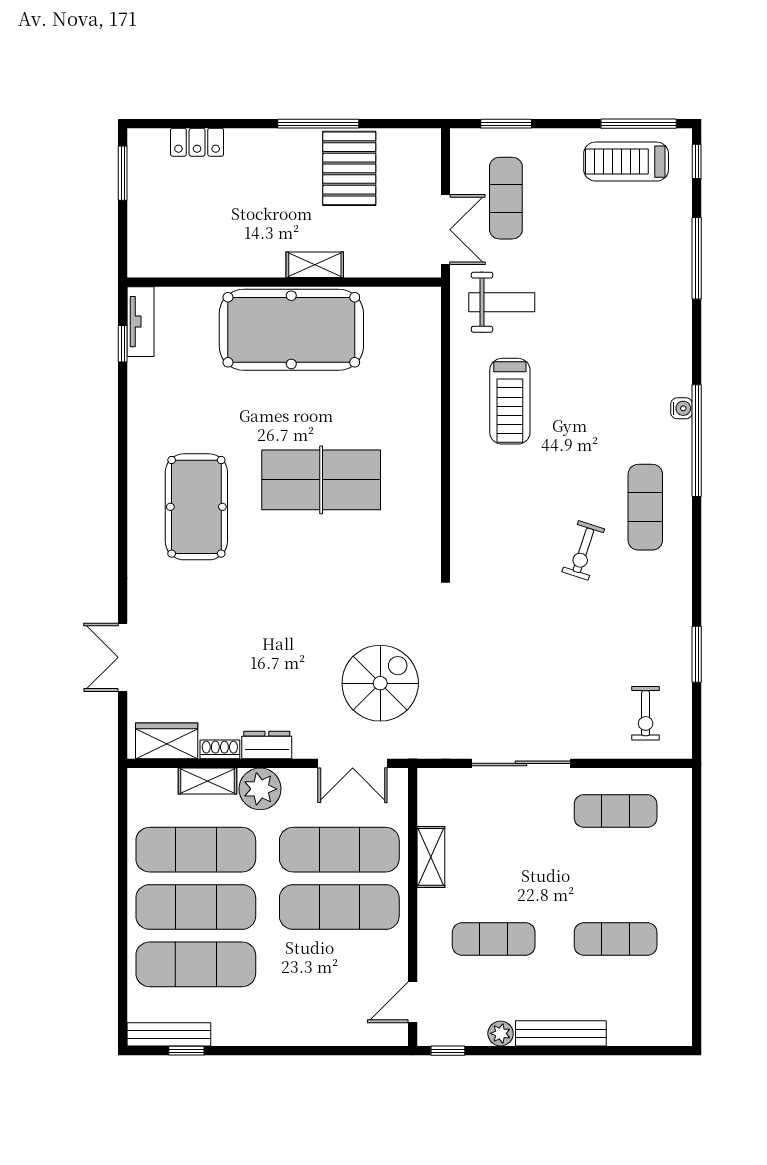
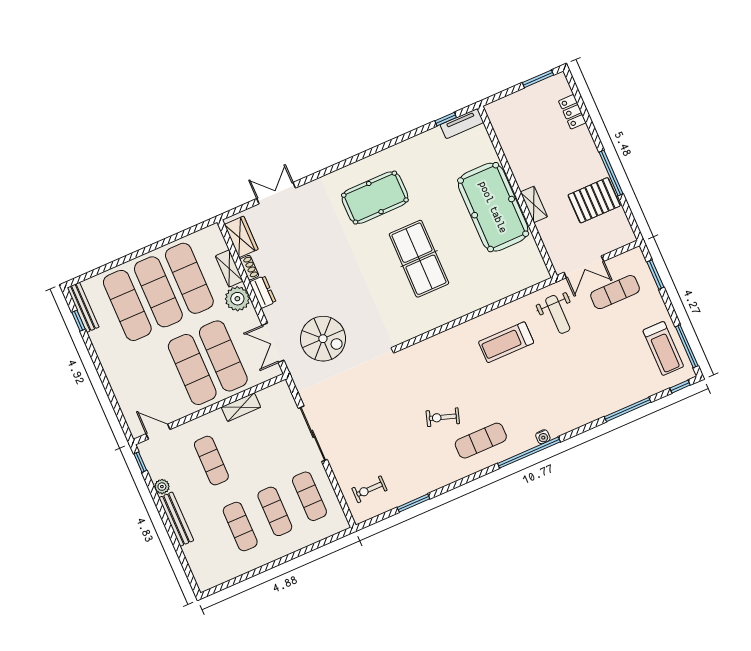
treadmill: (626, 162) -> (663, 348), turned 180
exercise mat: (616, 875) -> (275, 511), added

